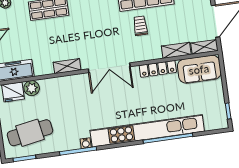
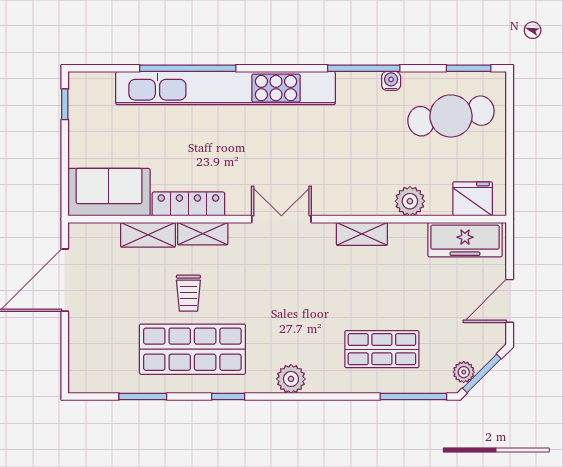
trolley: (140, 26) -> (188, 293), moved
shelving: (204, 47) -> (203, 234), moved
double door: (109, 68) -> (281, 219), width x0.73
plant: (32, 88) -> (410, 201), moved
water cooler: (86, 143) -> (391, 81), moved

